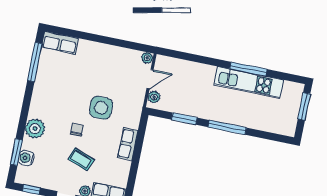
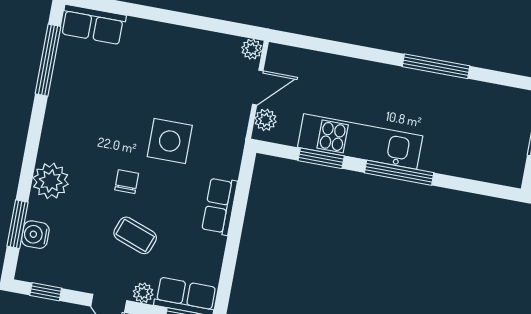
kitchen unit: (249, 82) -> (360, 142), moved, turned 180

